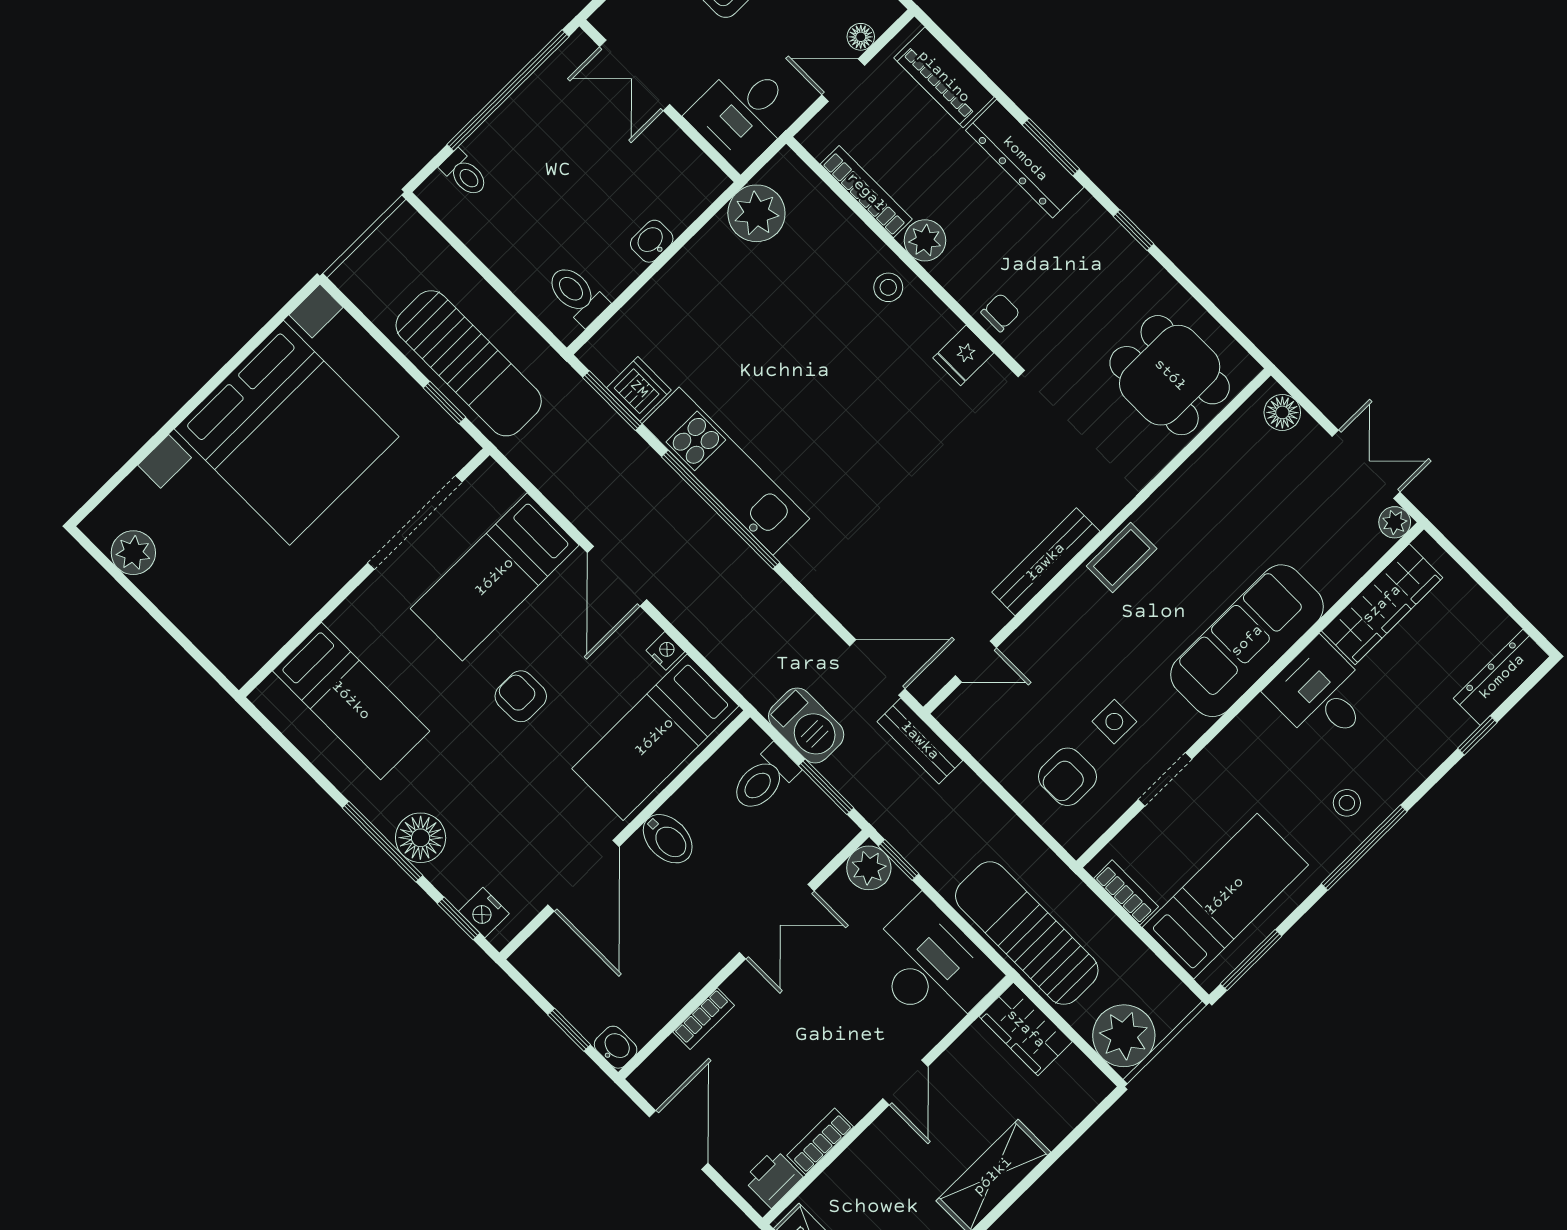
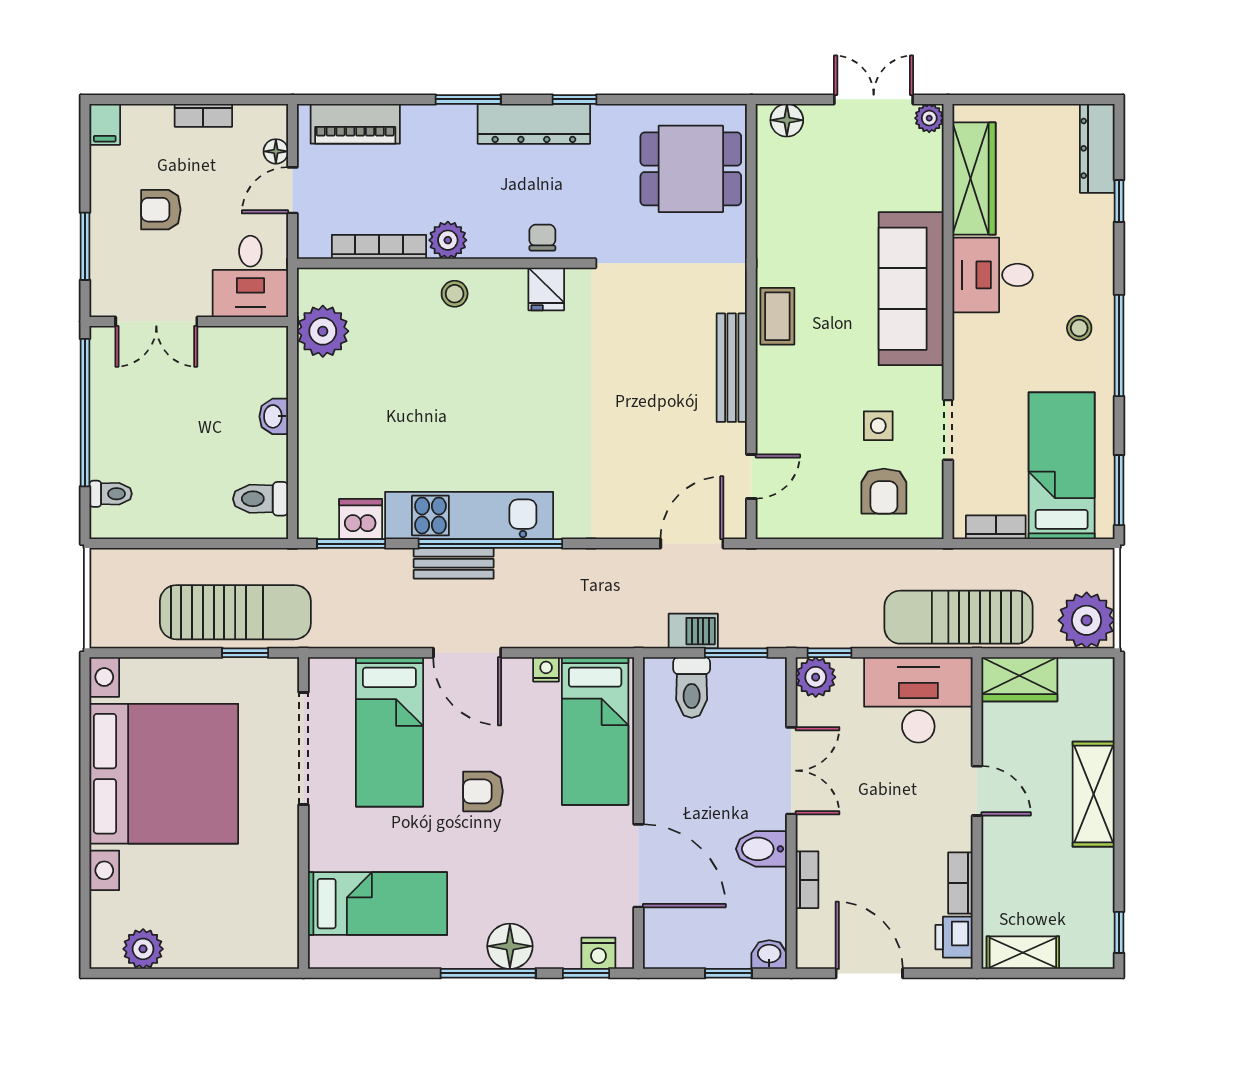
dresser: (1025, 159) -> (534, 124), moved
barbecue: (806, 725) -> (693, 631), width x0.73, depth x0.79
bench: (920, 741) -> (454, 563), moved
bidet: (668, 839) -> (761, 849), moved, turned 180

